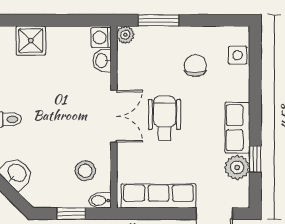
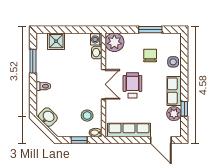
window: (158, 20) -> (150, 30), moved
plant: (125, 35) -> (114, 42), width x1.88, depth x1.88
side table: (238, 55) -> (173, 62), moved

